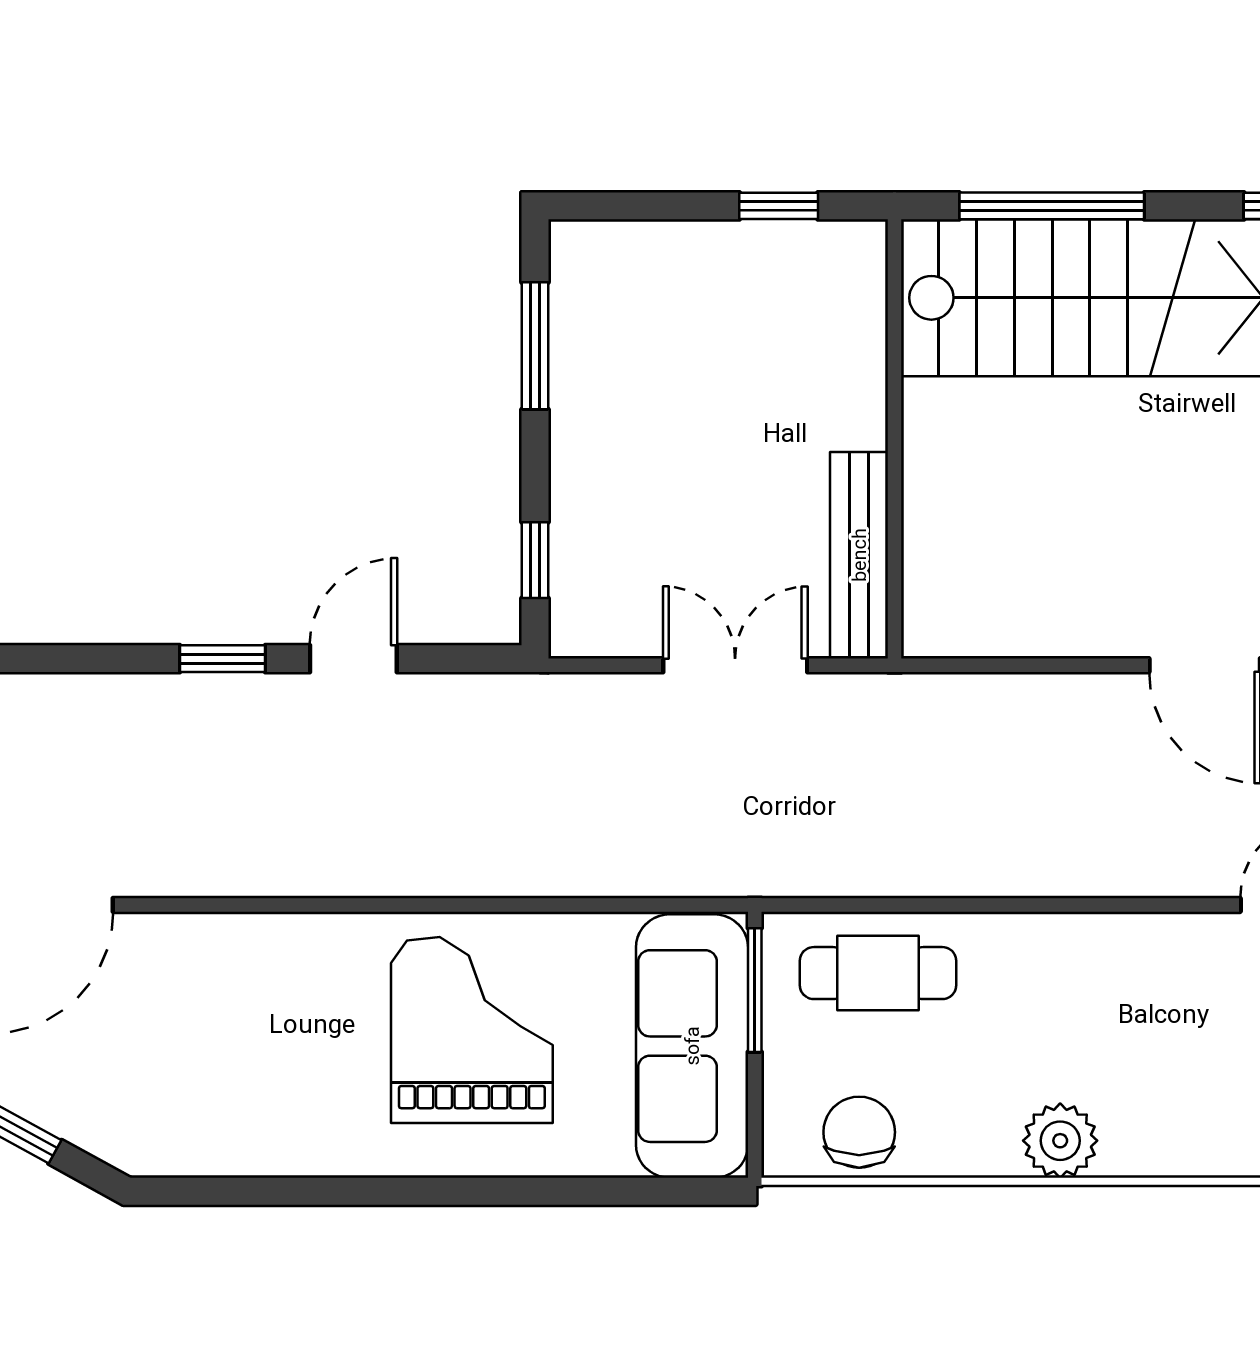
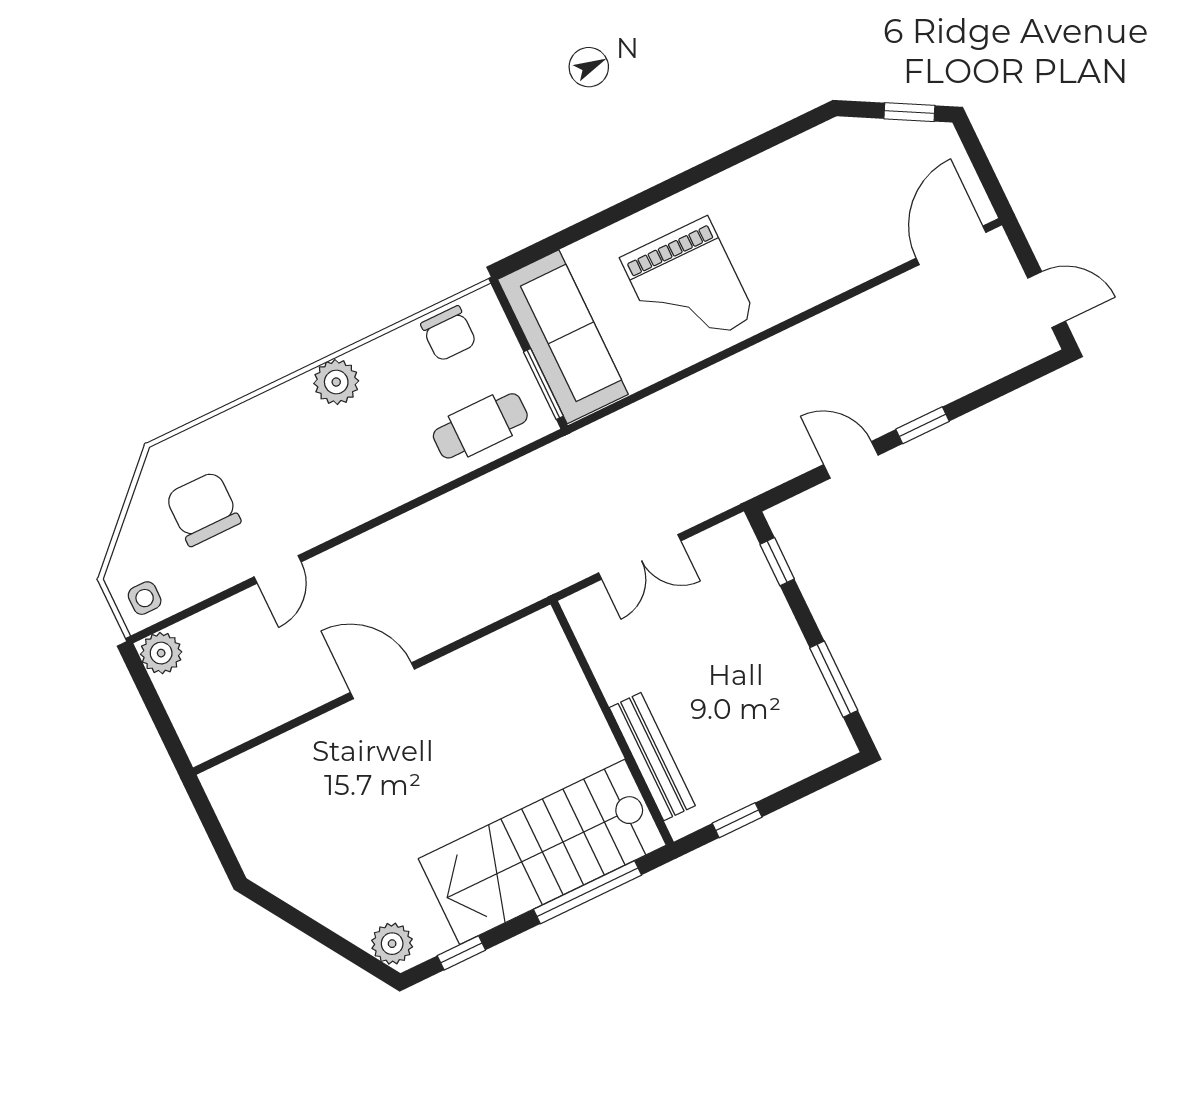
bench: (859, 555) -> (652, 757), moved
door: (353, 659) -> (851, 460), swing flipped

